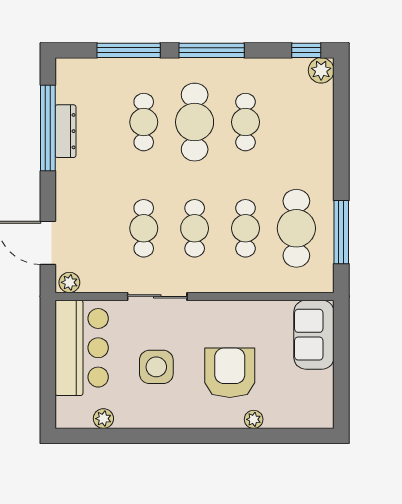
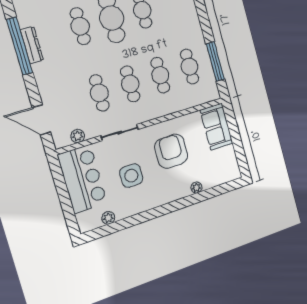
cafe table: (296, 228) -> (190, 67), width x0.73, depth x0.74
plant: (69, 282) -> (78, 136), moved
armchair: (230, 373) -> (171, 151), moved

